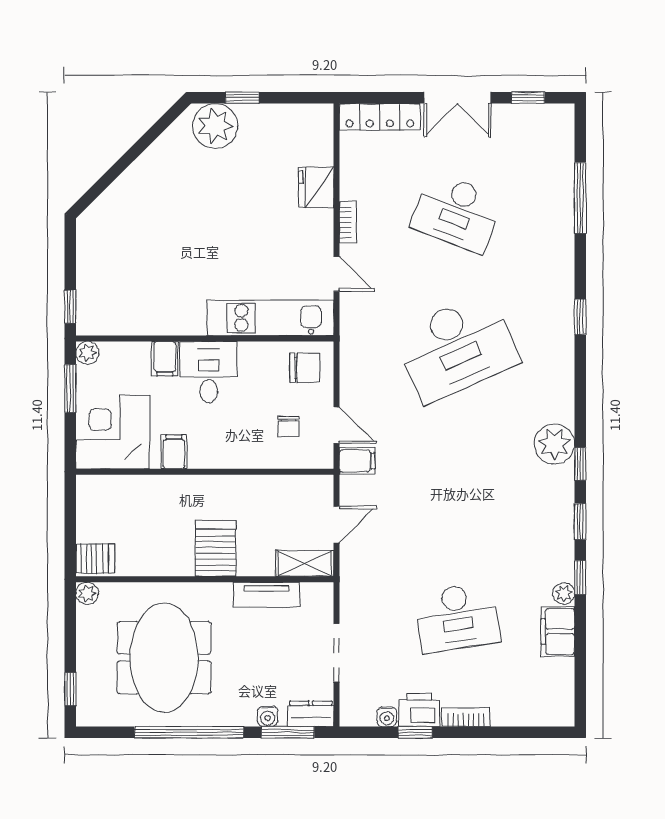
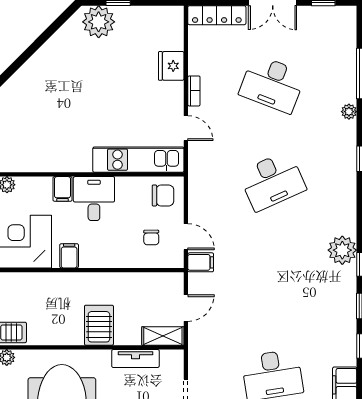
desk: (457, 348) -> (272, 181), width x0.73, depth x0.77
plant: (564, 593) -> (349, 112), moved

